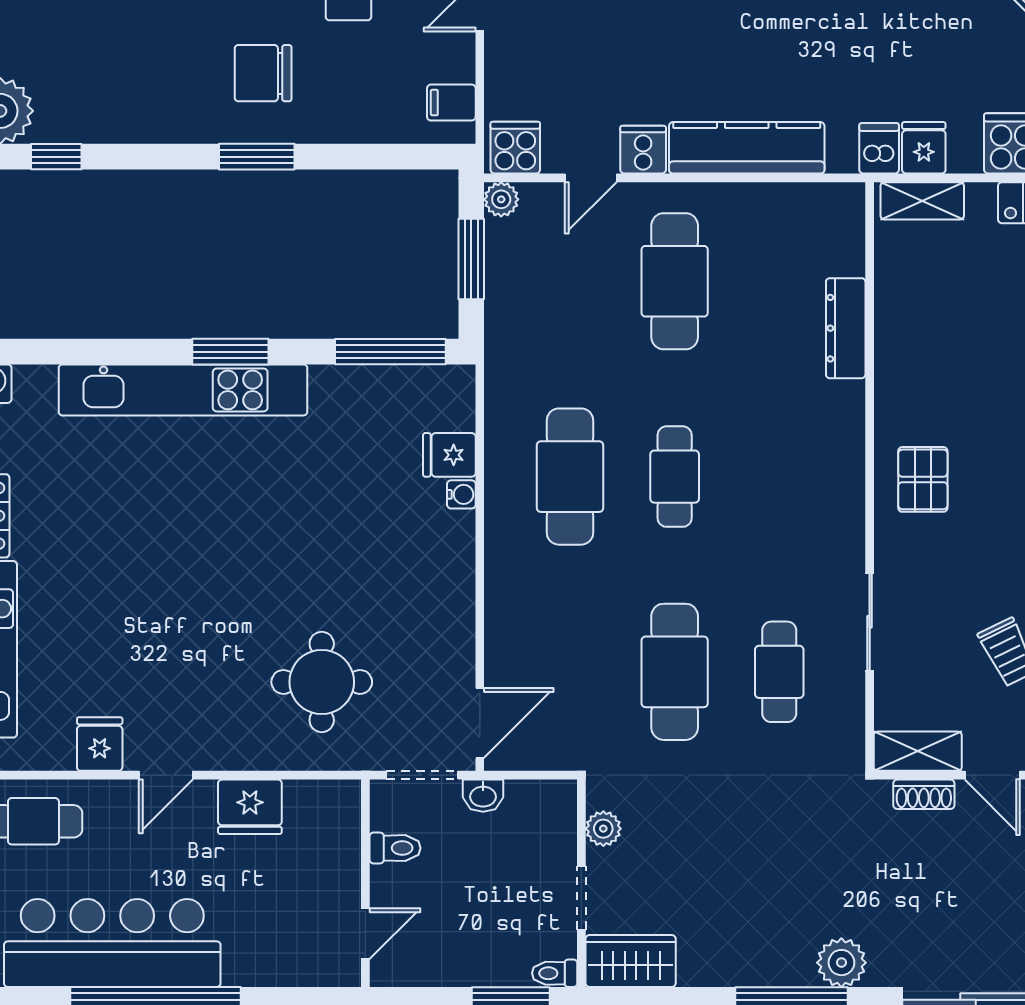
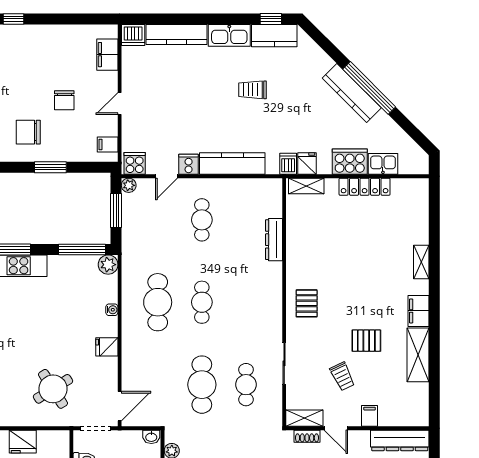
window: (257, 157) -> (50, 167), moved
cafe table: (675, 281) -> (202, 220), width x0.73, depth x0.74
plant: (452, 387) -> (108, 265), added
fridge: (449, 455) -> (107, 347), moved
round table: (322, 682) -> (53, 389), turned -32
washbasin: (483, 796) -> (151, 437), moved

